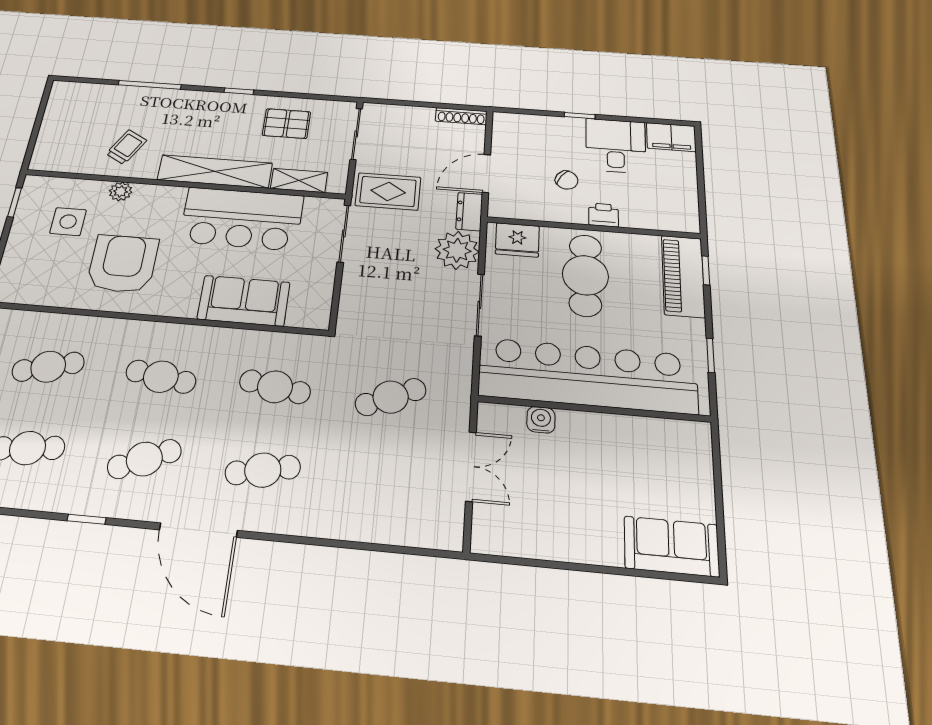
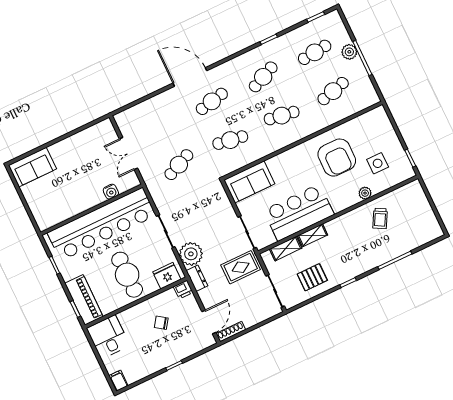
filing cabinet: (671, 137) -> (118, 381), width x0.50
desk: (616, 146) -> (108, 337), moved, turned 180
shelving: (215, 171) -> (312, 235), width x0.45, depth x0.75
door: (486, 173) -> (209, 322), moved
printer: (603, 215) -> (183, 290), moved
sofa: (244, 301) -> (249, 182), moved
door: (198, 530) -> (190, 77), moved

